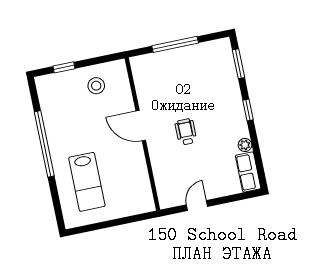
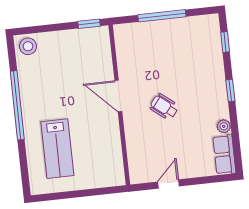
window: (238, 64) -> (225, 42), width x0.67
window: (64, 67) -> (89, 24), moved
stool: (96, 86) -> (28, 46), moved
wheelchair: (186, 132) -> (164, 107), turned -52

